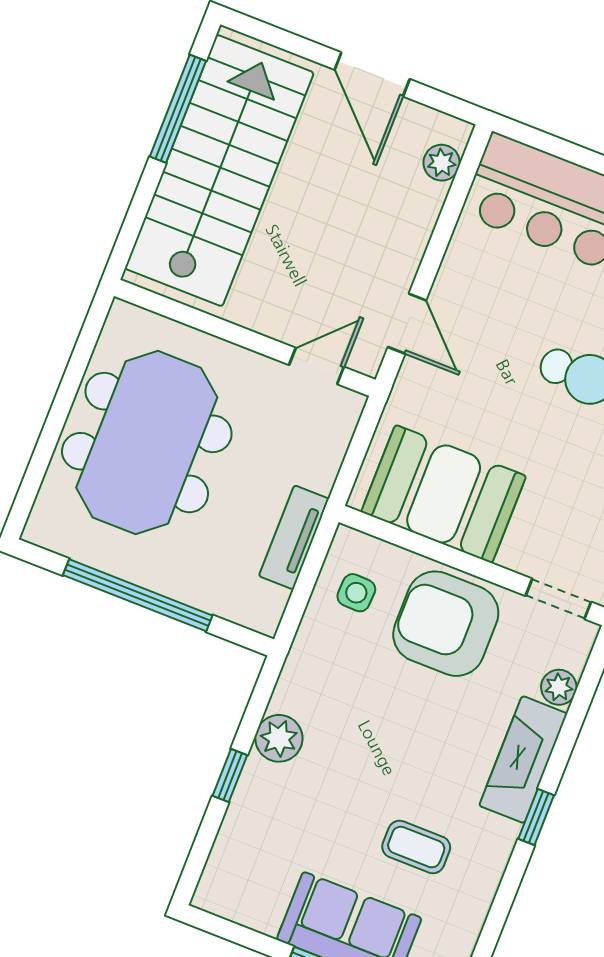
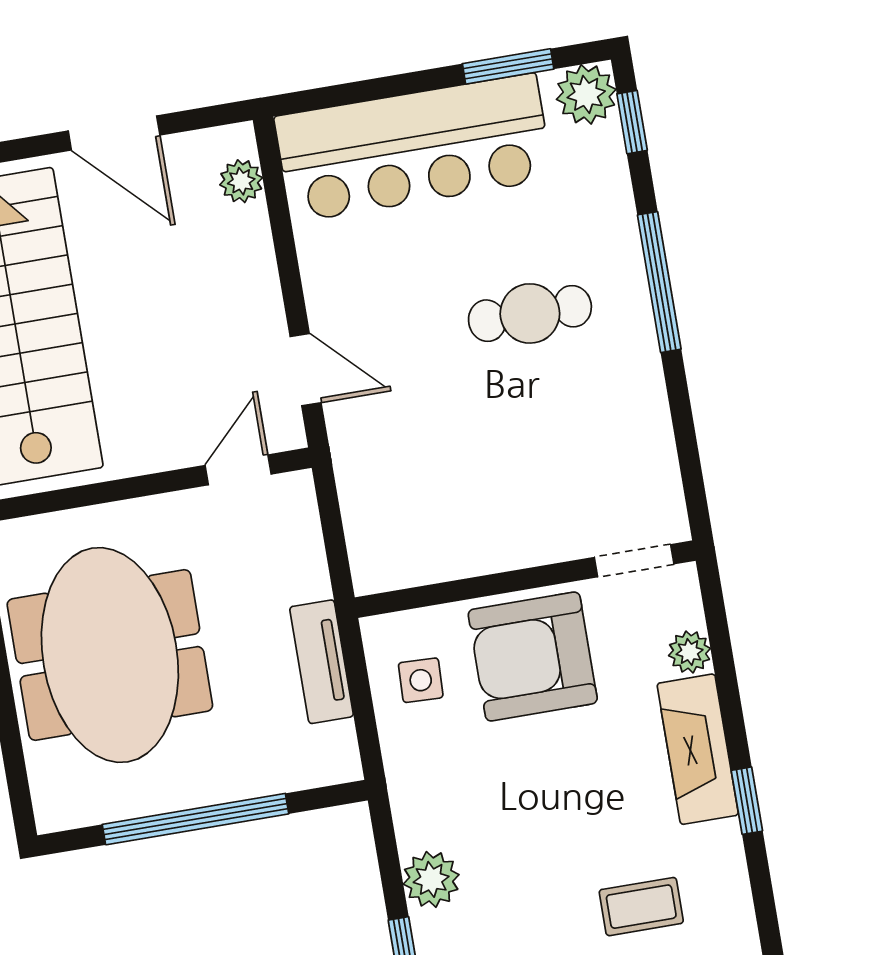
booth: (444, 494) -> (450, 523), removed

